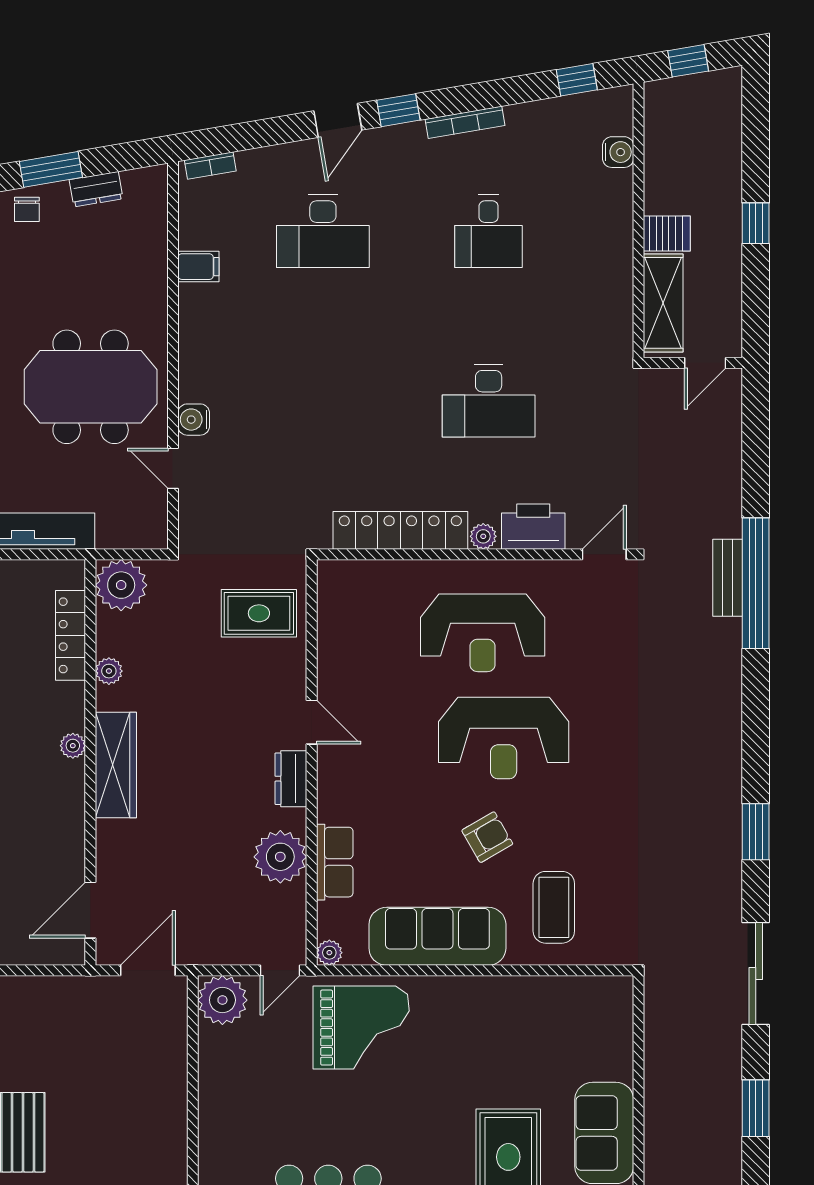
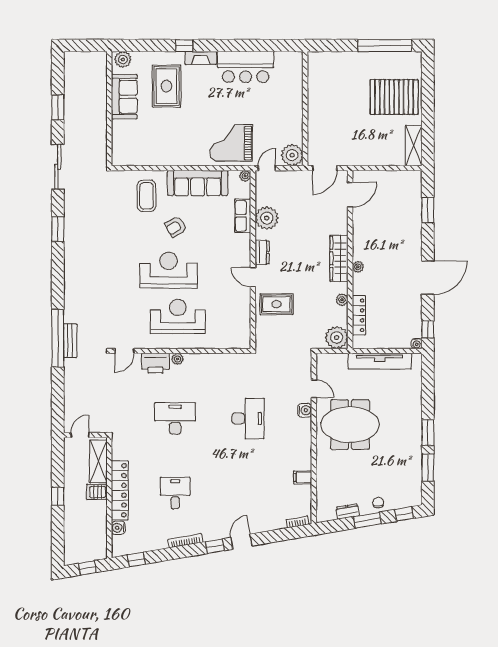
desk: (323, 231) -> (248, 418), moved, turned 90
locker: (400, 530) -> (120, 490), moved, turned -90
rug: (259, 613) -> (276, 304), moved

